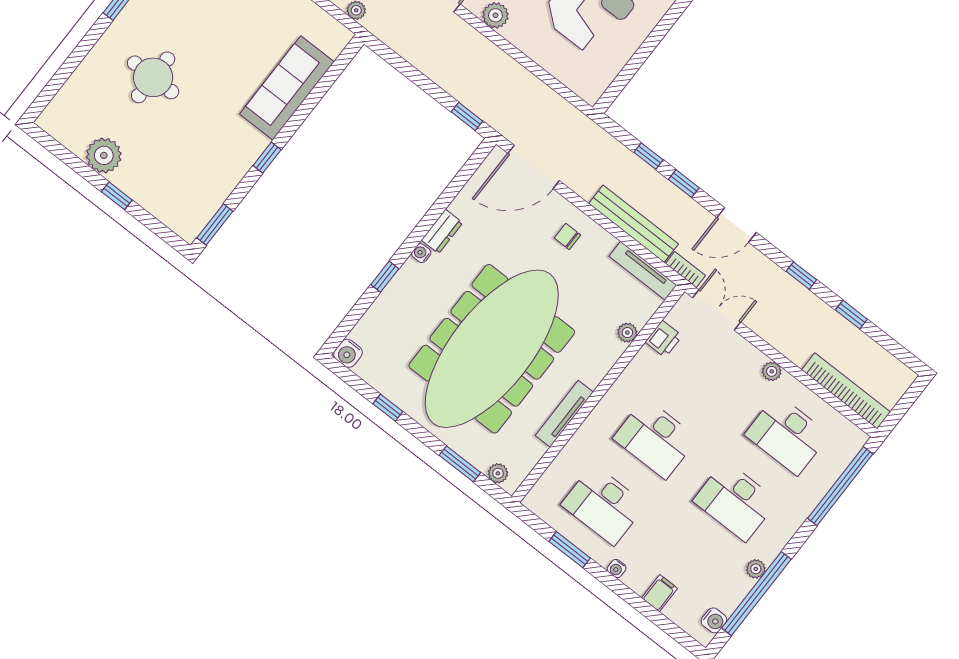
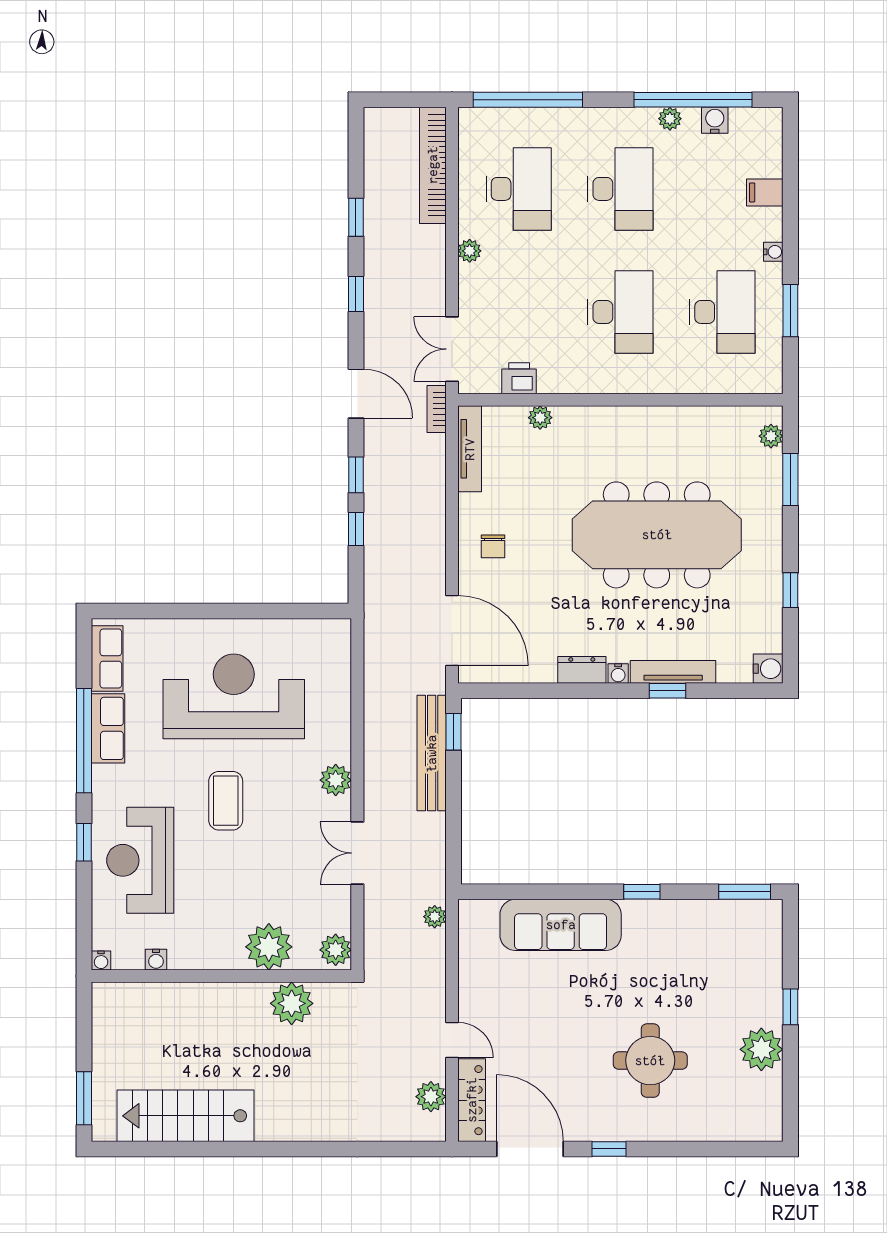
bench: (634, 224) -> (432, 753), moved
meeting table: (492, 349) -> (657, 535), width x0.73, depth x0.79
tv unit: (564, 414) -> (673, 672), moved, turned 180
water cooler: (714, 620) -> (715, 120), moved

